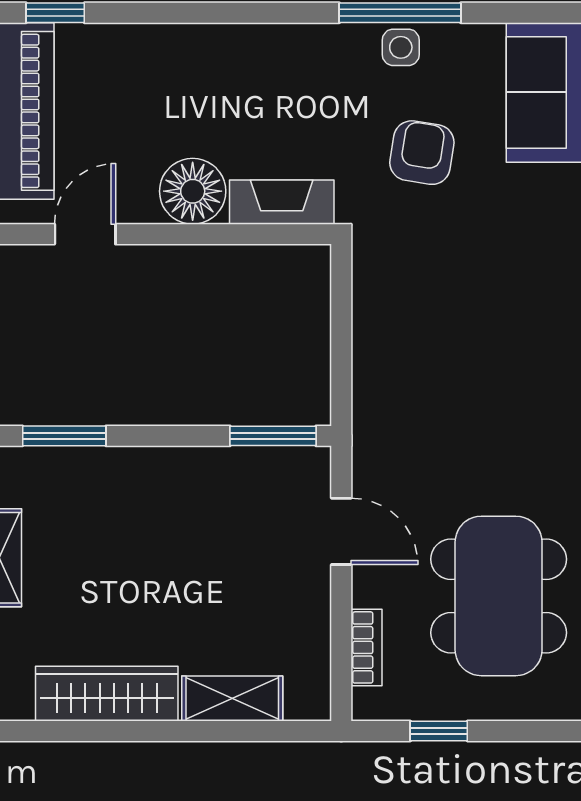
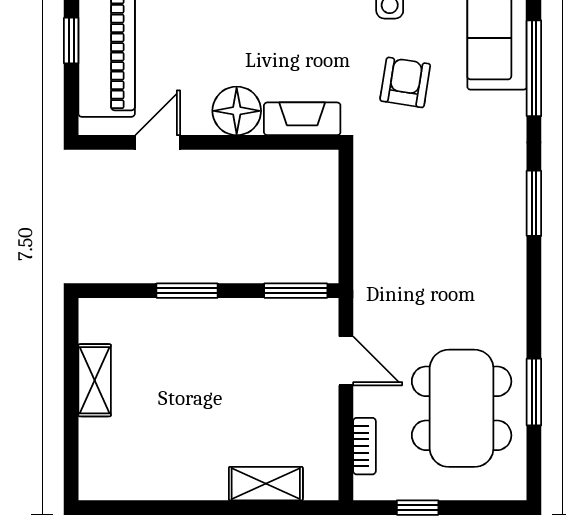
window: (64, 436) -> (187, 291), moved
wardrobe: (107, 694) -> (174, 480), removed

